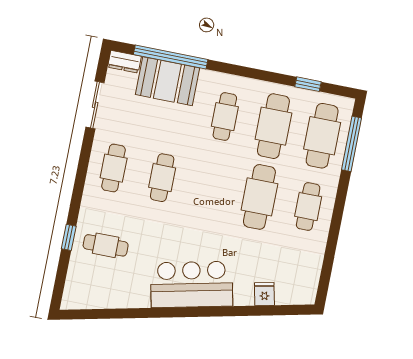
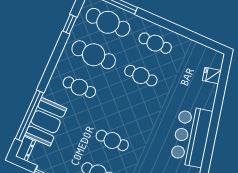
cafe table: (259, 197) -> (141, 76), width x0.73, depth x0.74
fridge: (264, 294) -> (212, 75), moved

